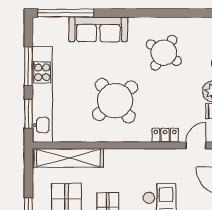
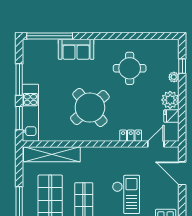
sofa: (98, 29) -> (76, 49), width x0.73
round table: (164, 53) -> (130, 68), turned -33
kitchen unit: (42, 94) -> (30, 113), width x0.73

